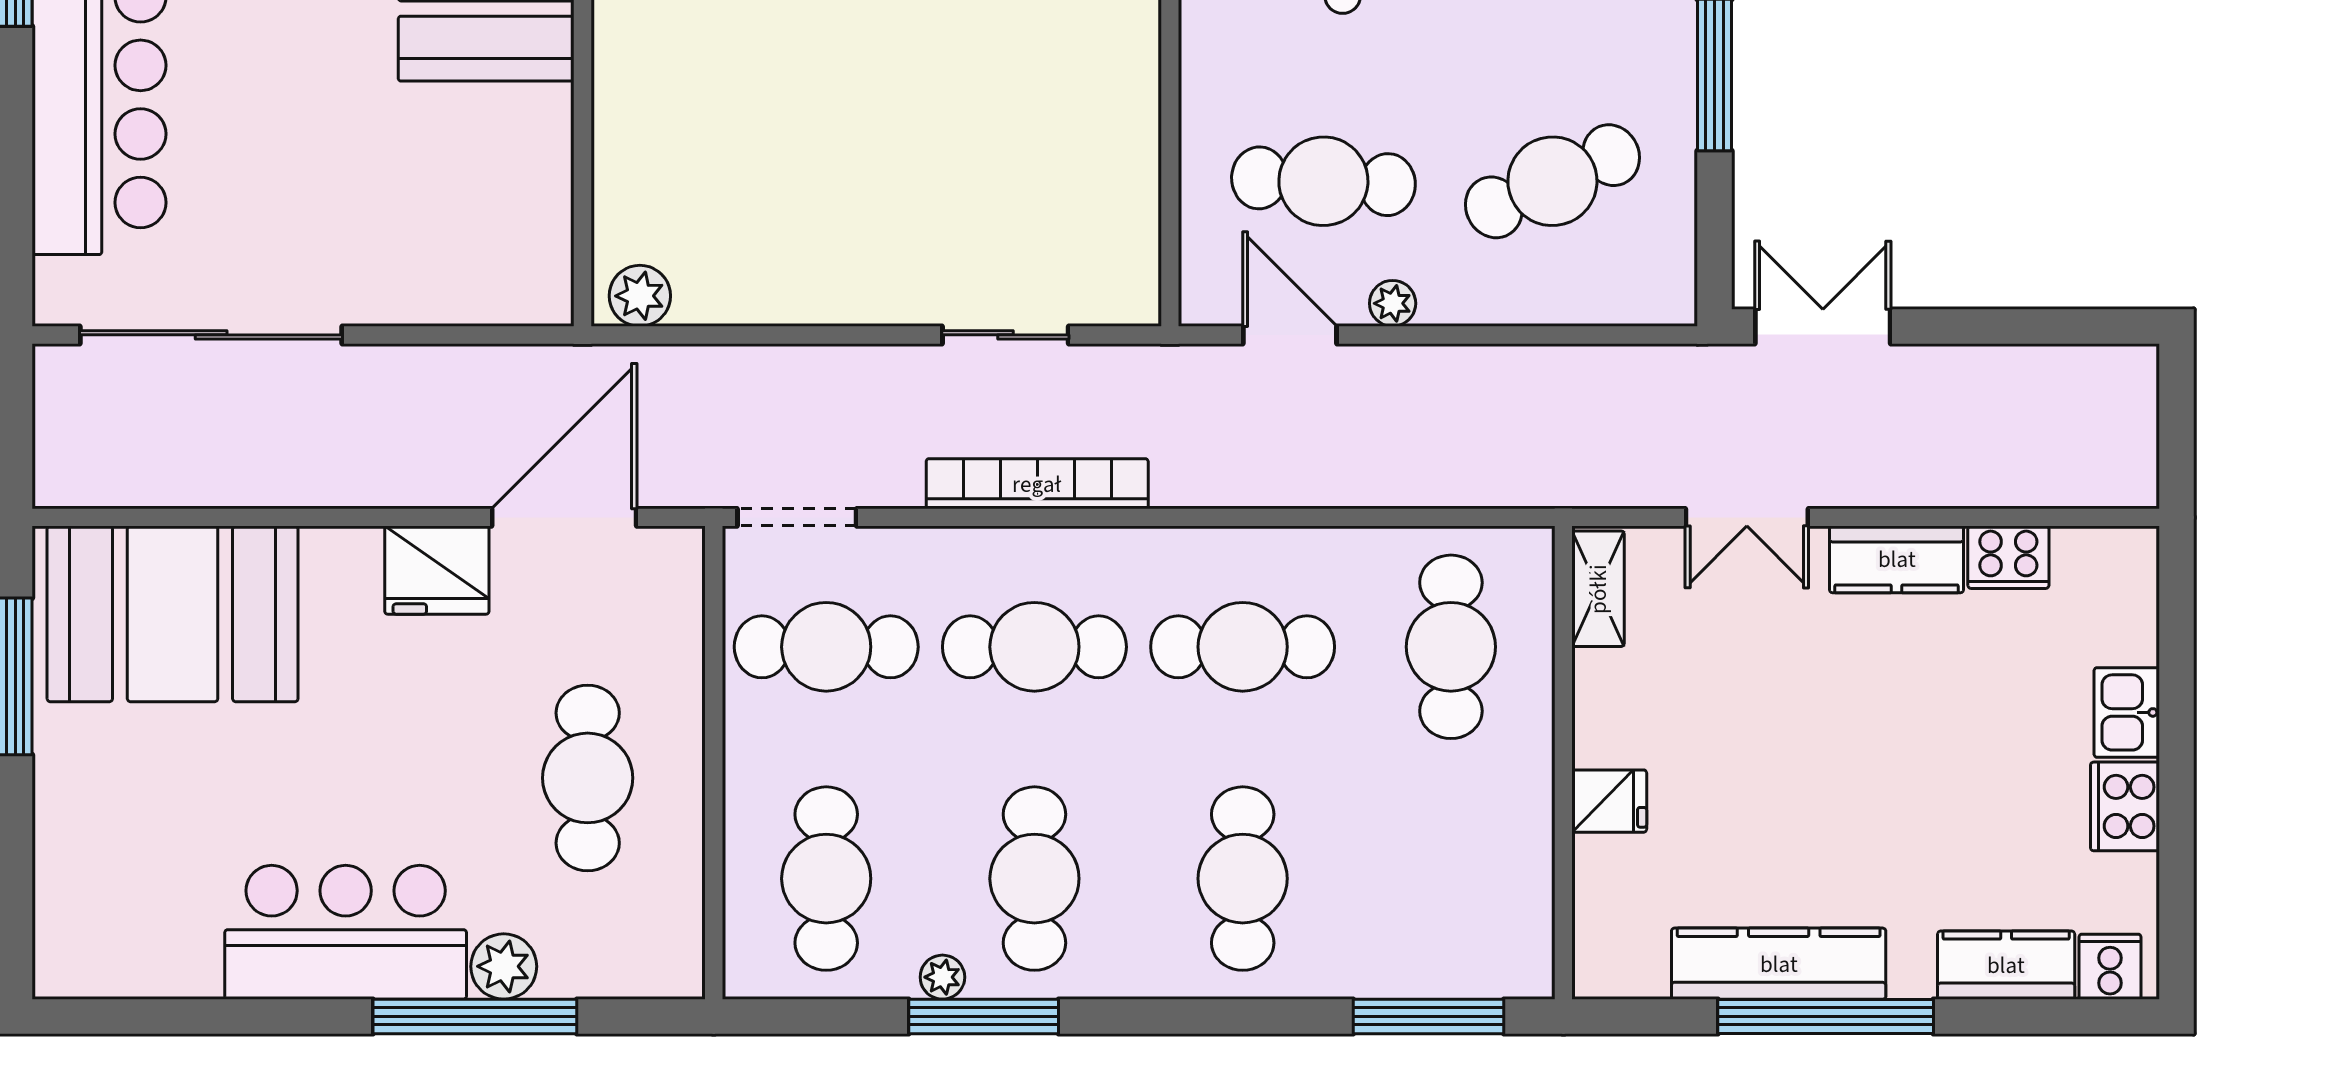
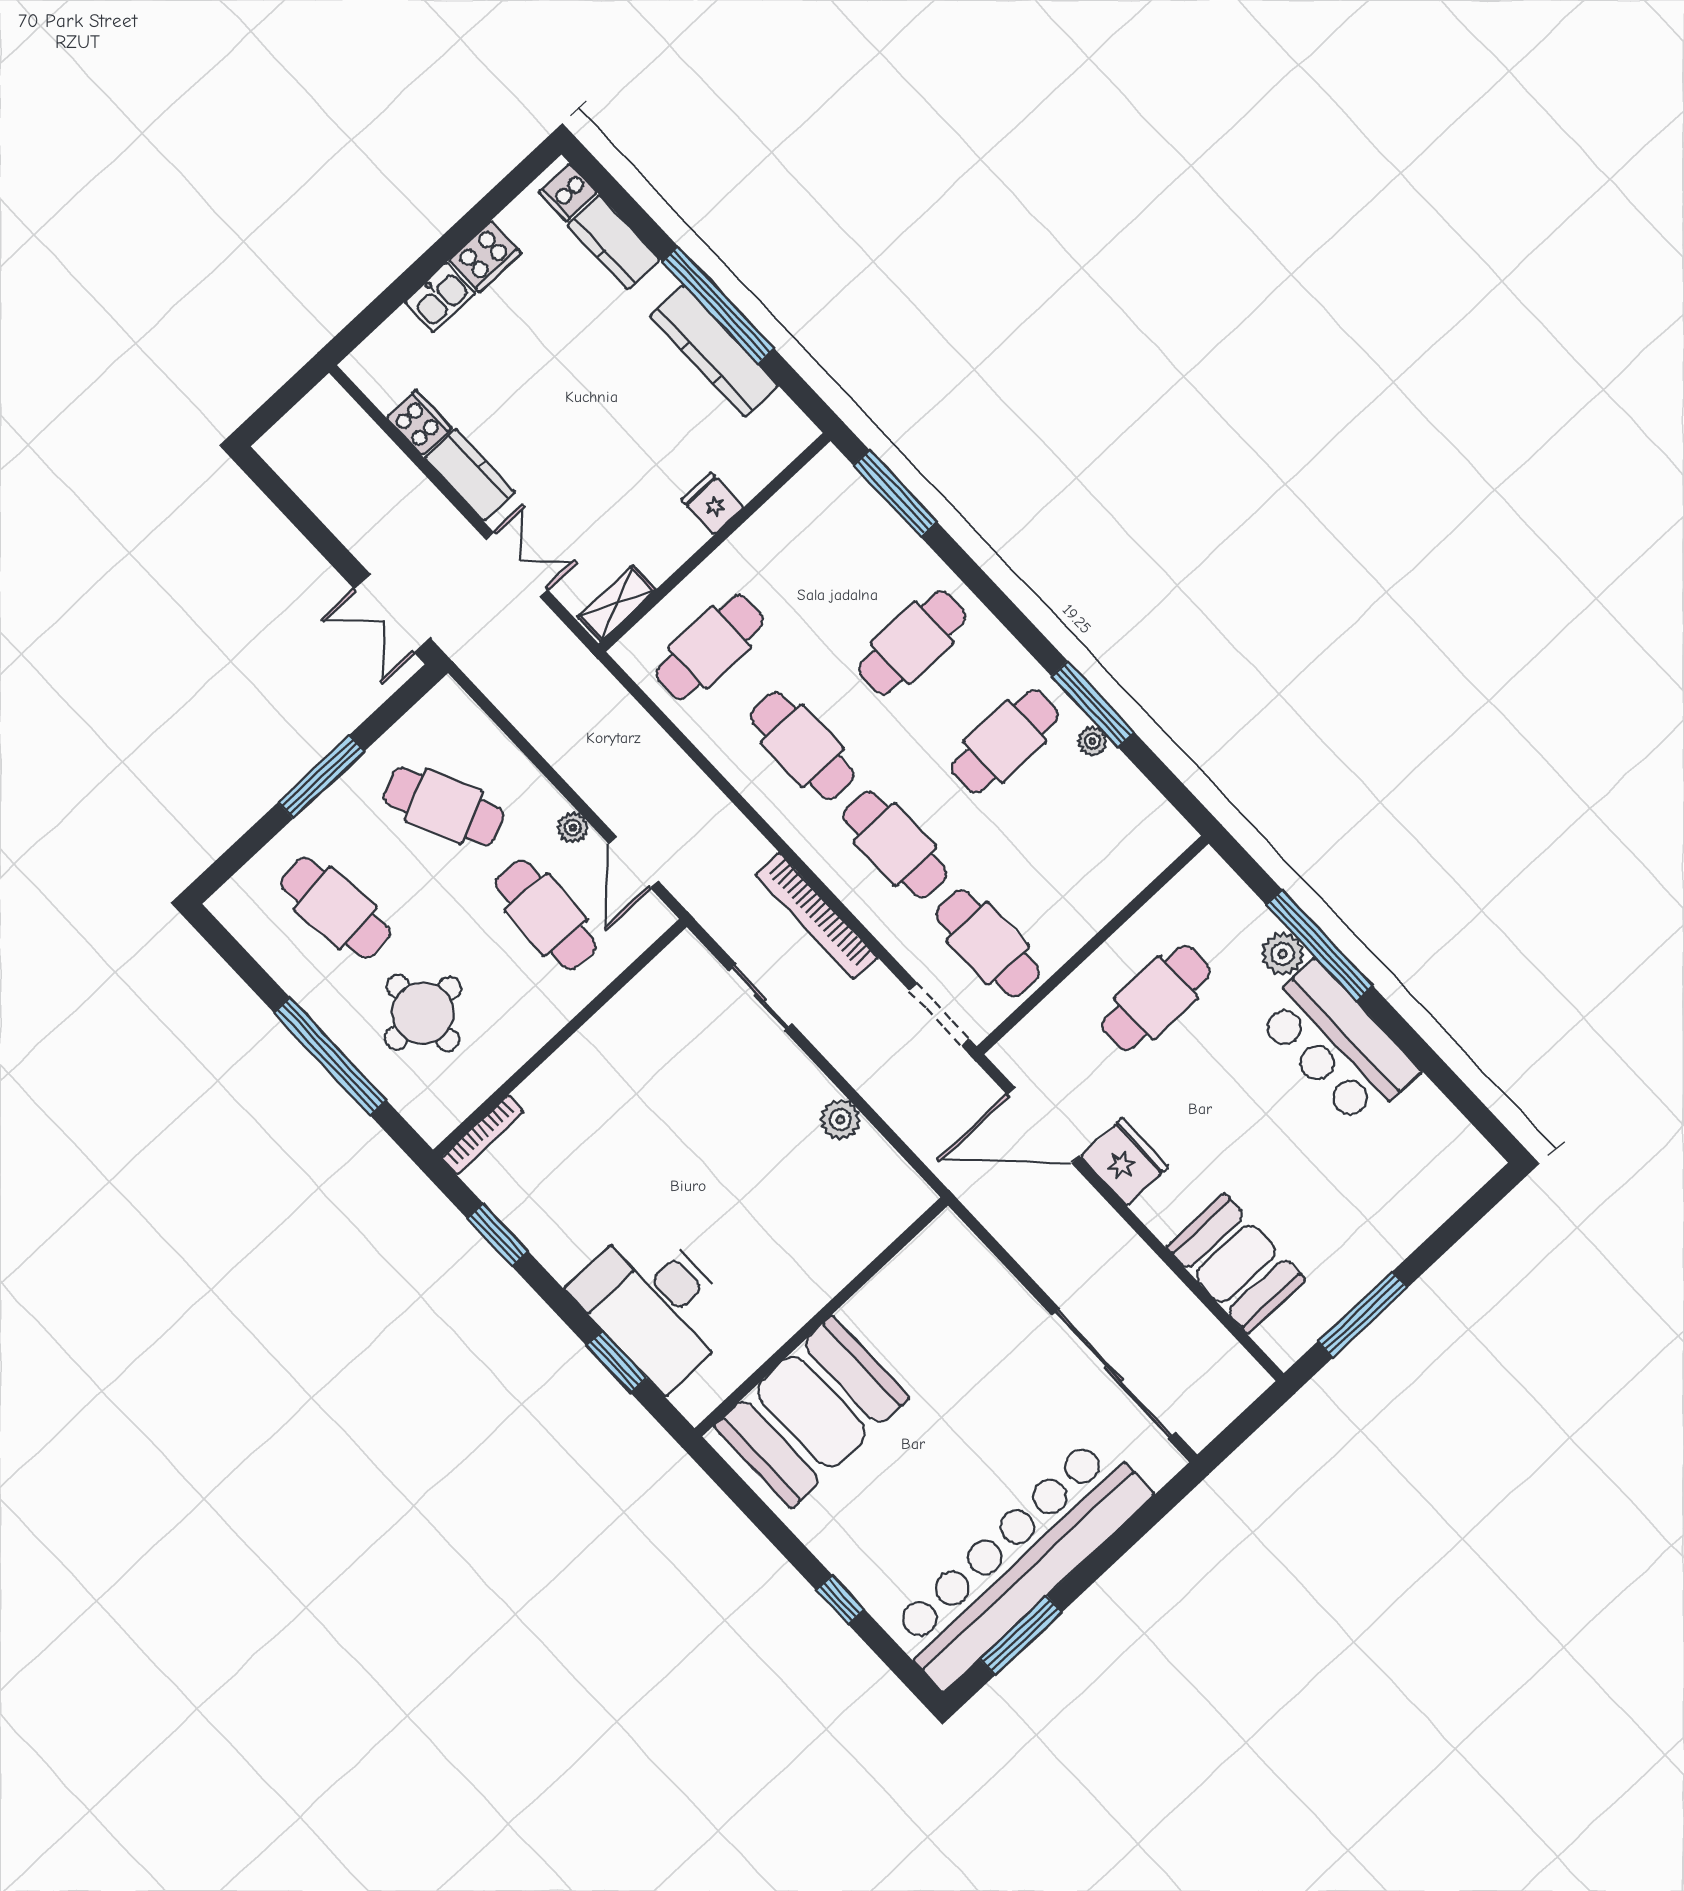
plant: (640, 296) -> (840, 1120), moved
booth: (173, 614) -> (1236, 1264), width x0.73, depth x0.70
cafe table: (826, 879) -> (1098, 840), removed

